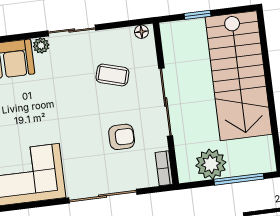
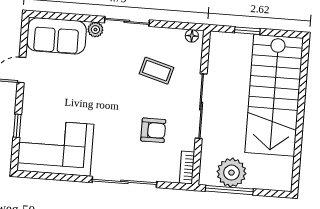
window: (239, 179) -> (229, 190), moved

